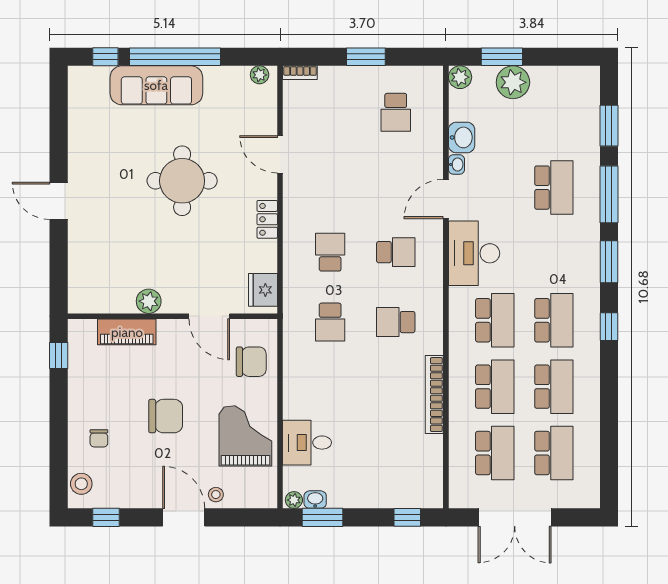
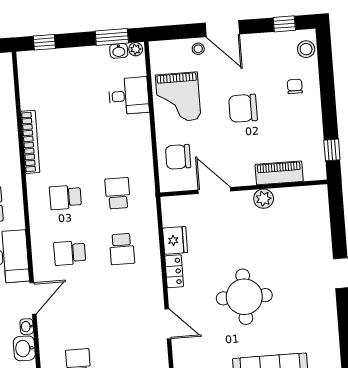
fridge: (263, 290) -> (175, 240), moved
school desk: (396, 322) -> (65, 197), turned 180

